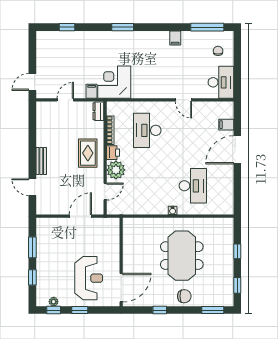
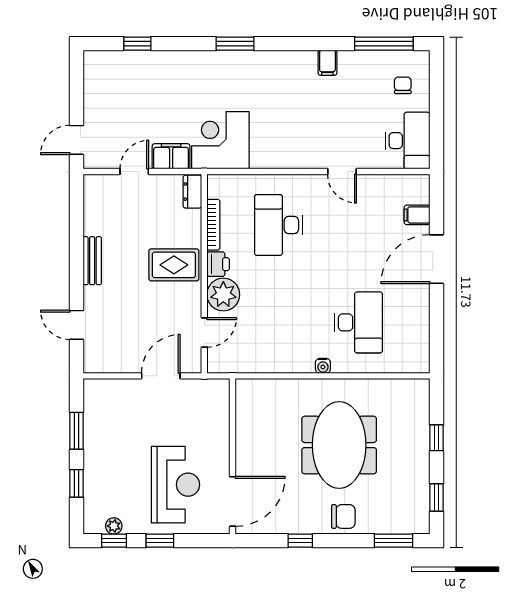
filing cabinet: (92, 91) -> (171, 156), width x2.00
rug: (88, 153) -> (174, 265), turned 90
bench: (41, 161) -> (92, 261), moved

